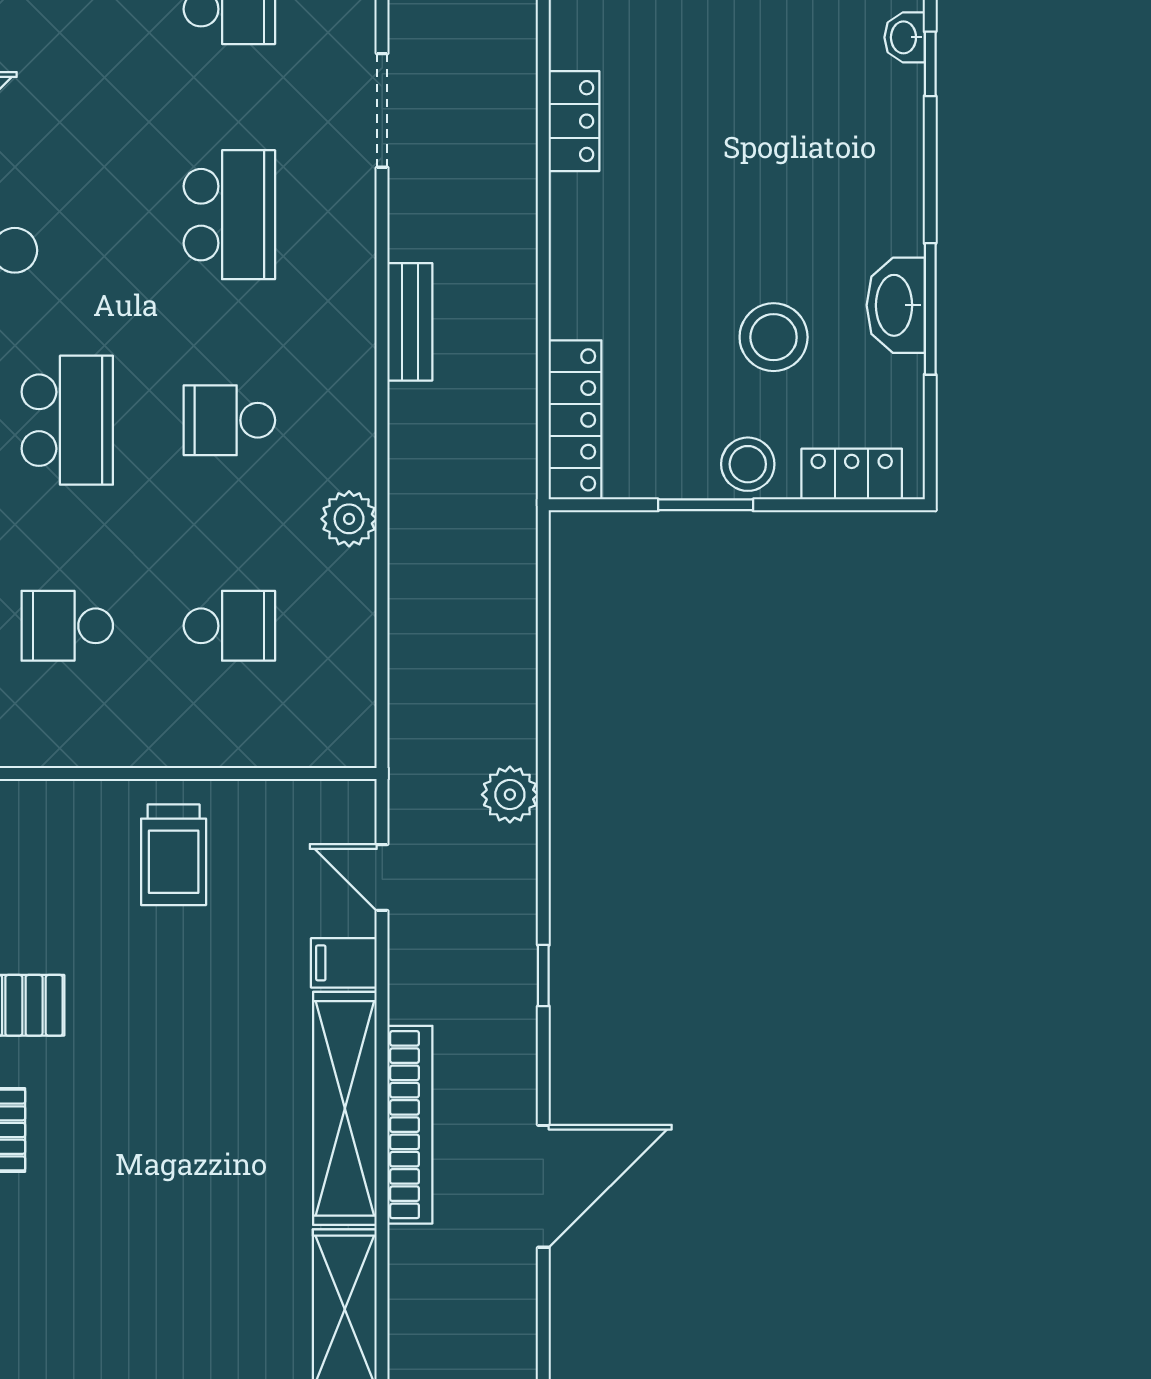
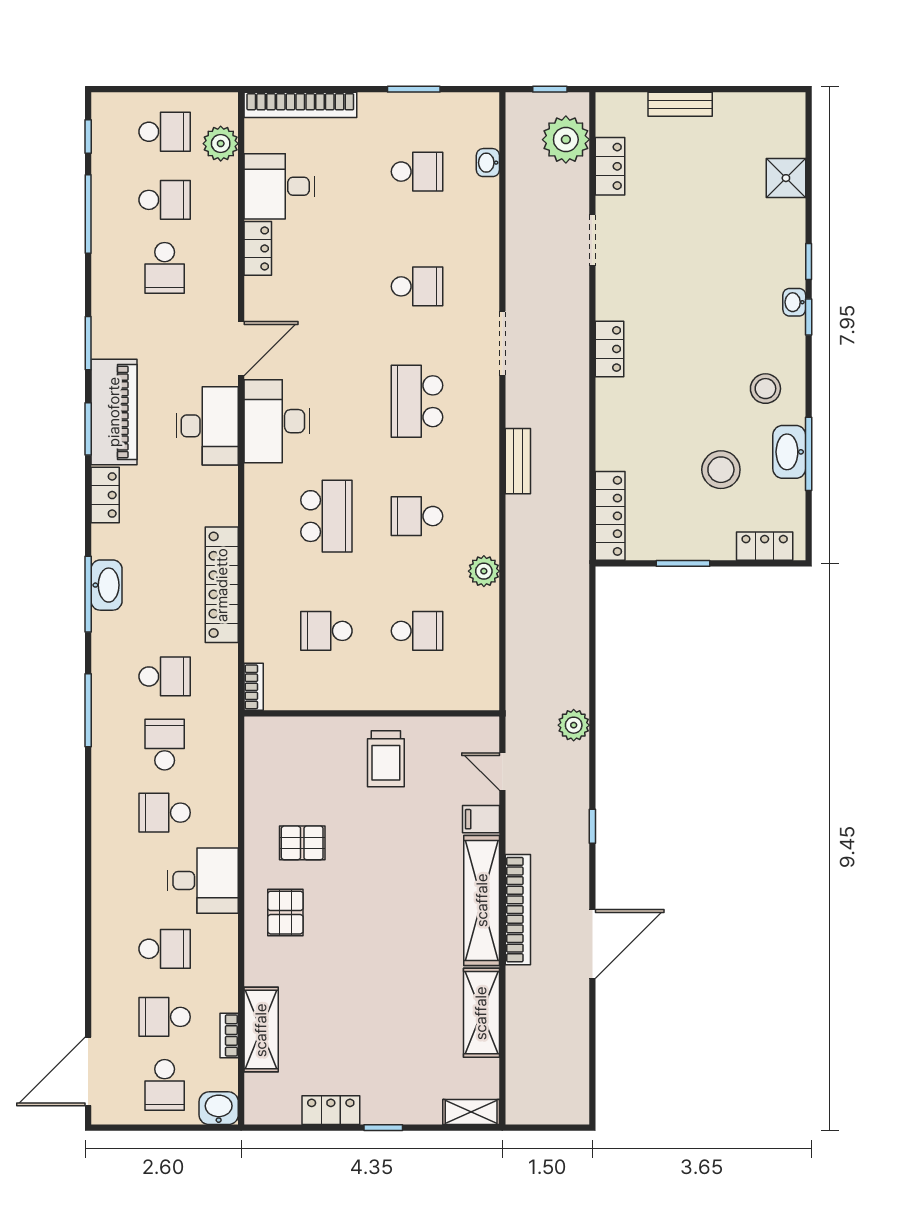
school desk: (229, 215) -> (417, 401), turned 180
stool: (748, 464) -> (765, 389), moved

